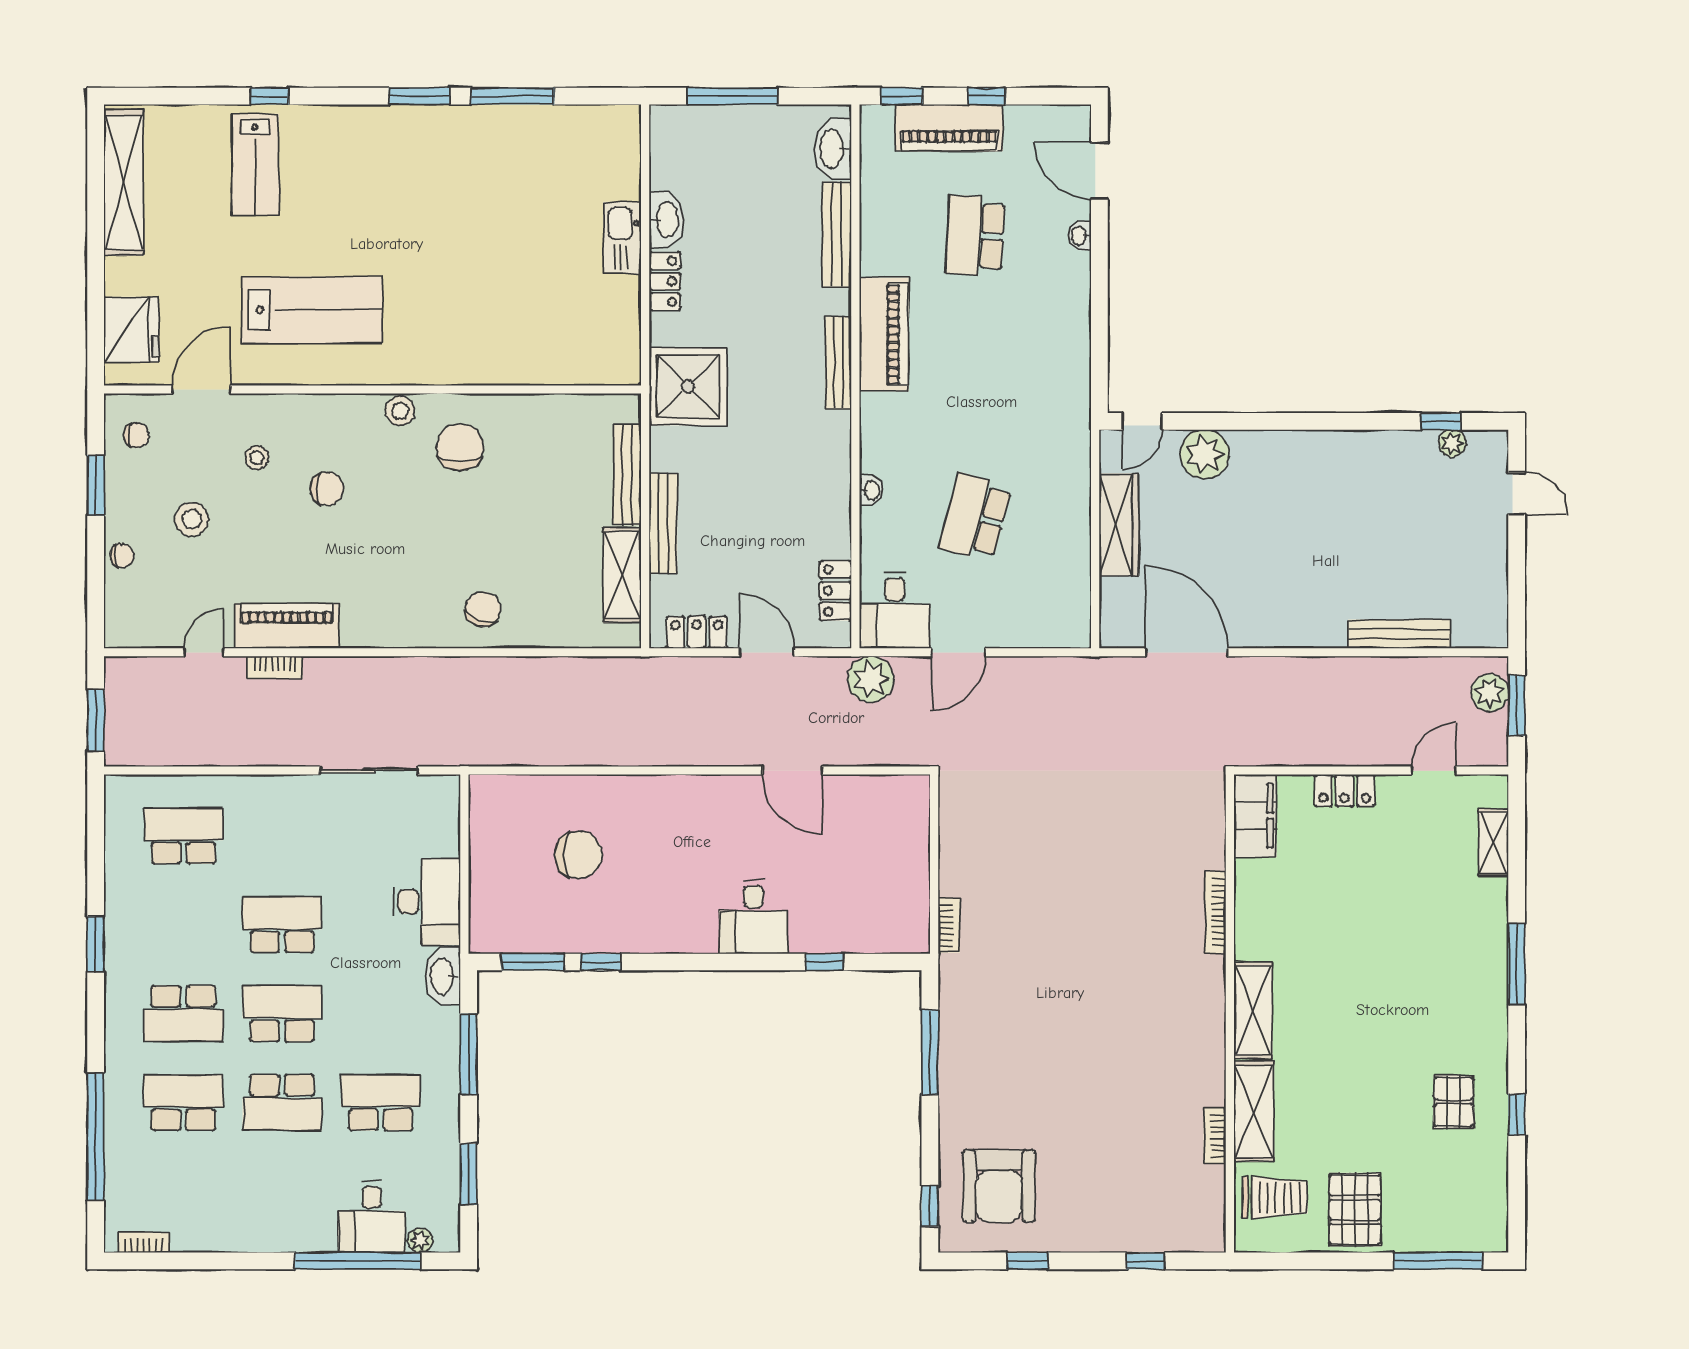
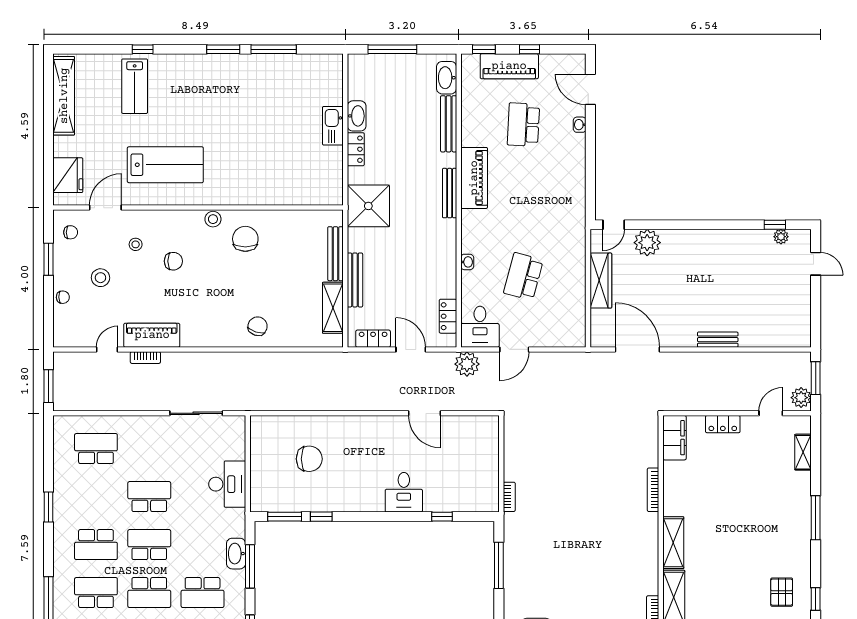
bench: (1399, 634) -> (718, 340), moved, width x0.73
plant: (1490, 693) -> (801, 398), moved
washbasin: (443, 976) -> (236, 554), moved
school desk: (381, 1103) -> (203, 593), turned 180

